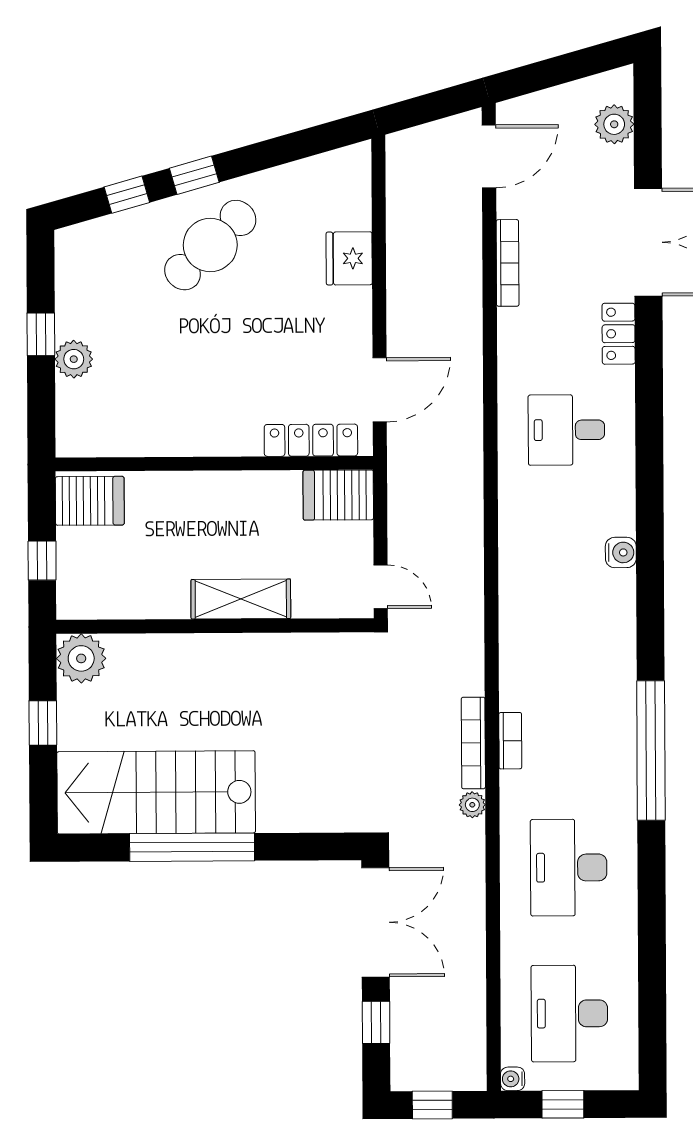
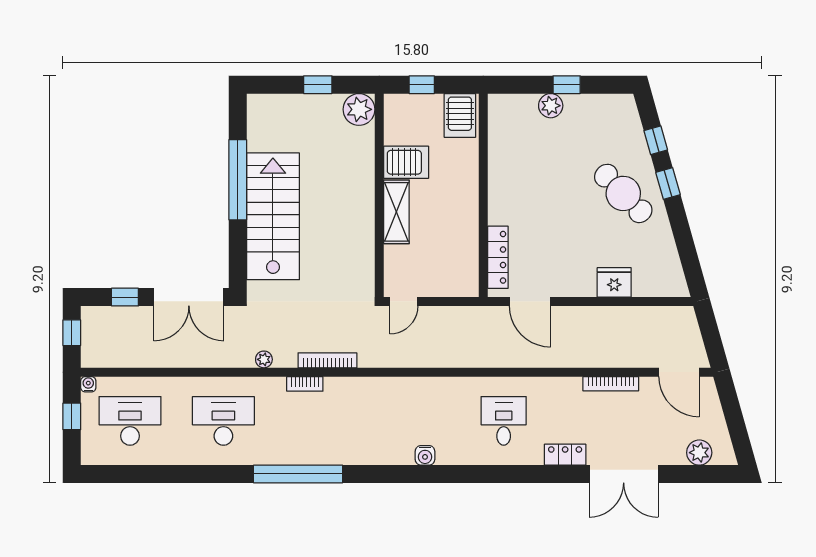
server rack: (338, 495) -> (406, 162), moved, turned 90
bookcase: (473, 743) -> (327, 360), moved
stairs: (156, 792) -> (273, 216), moved

